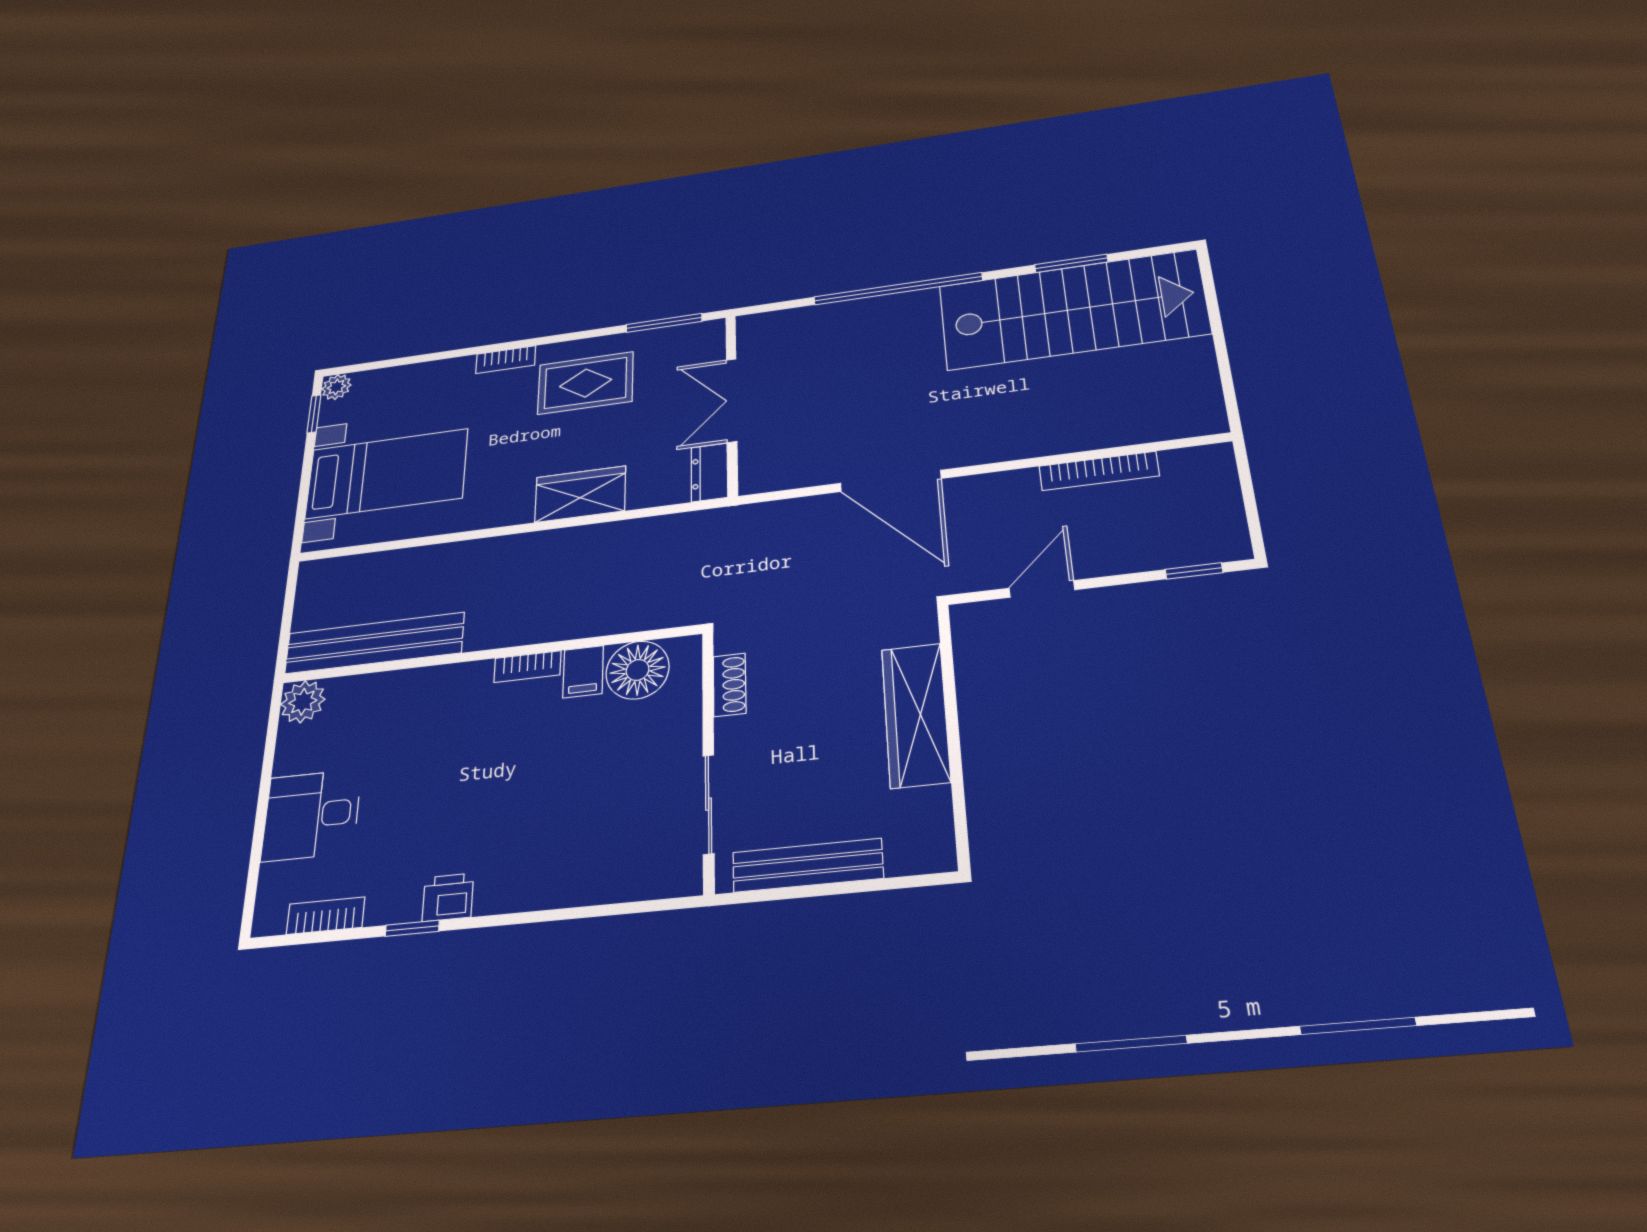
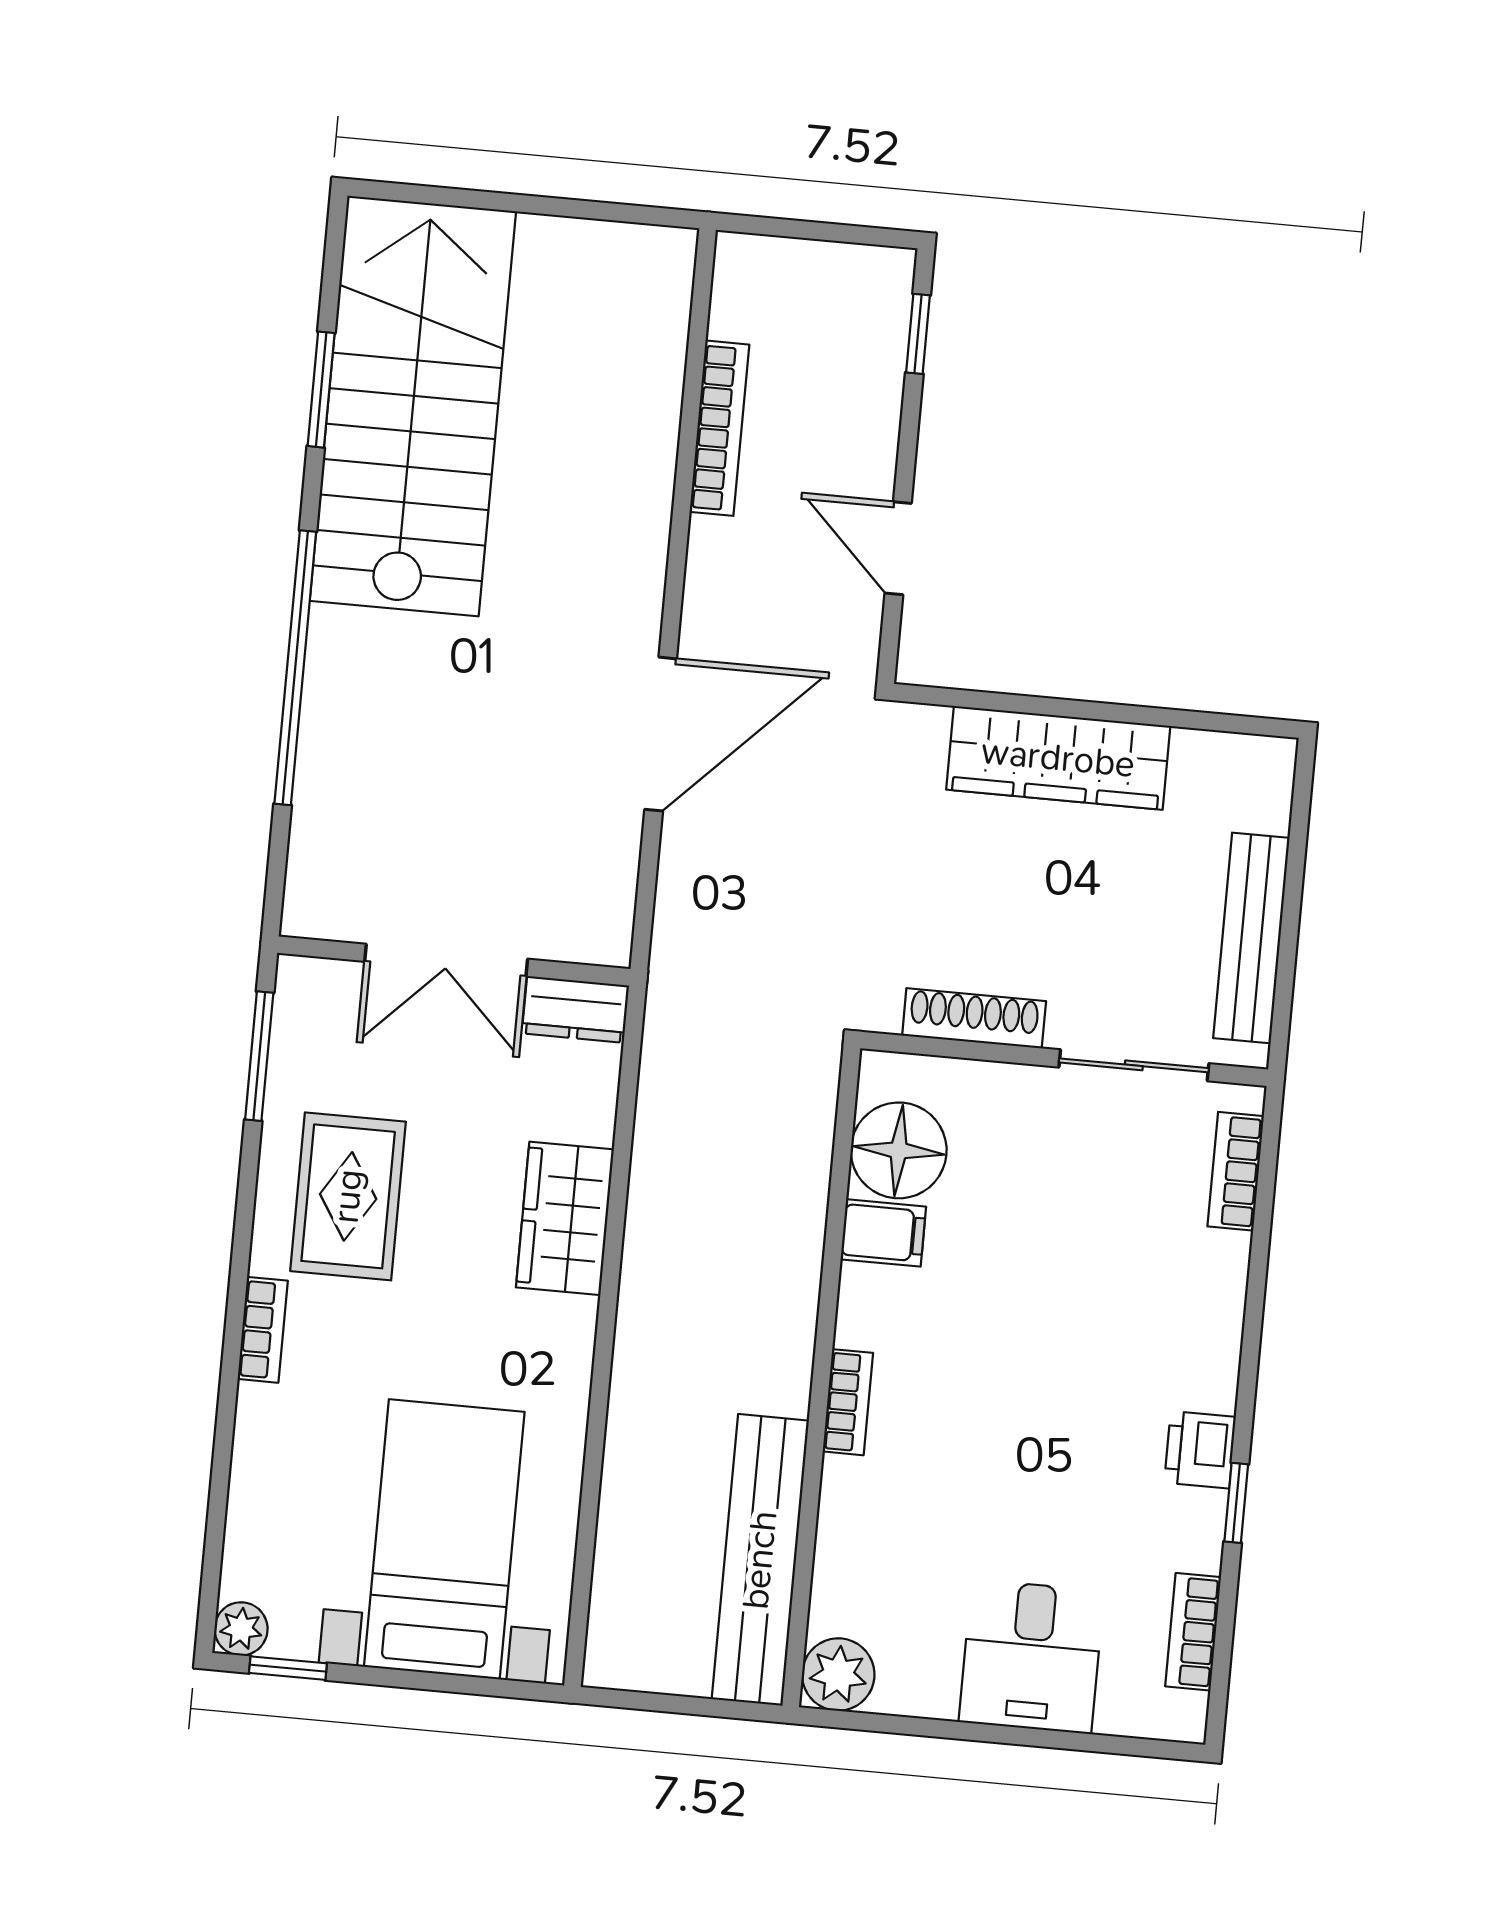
bookcase: (527, 667) -> (848, 1402), moved
shoe rack: (729, 685) -> (974, 1018), width x1.43
bookcase: (641, 885) -> (1236, 1171), added

